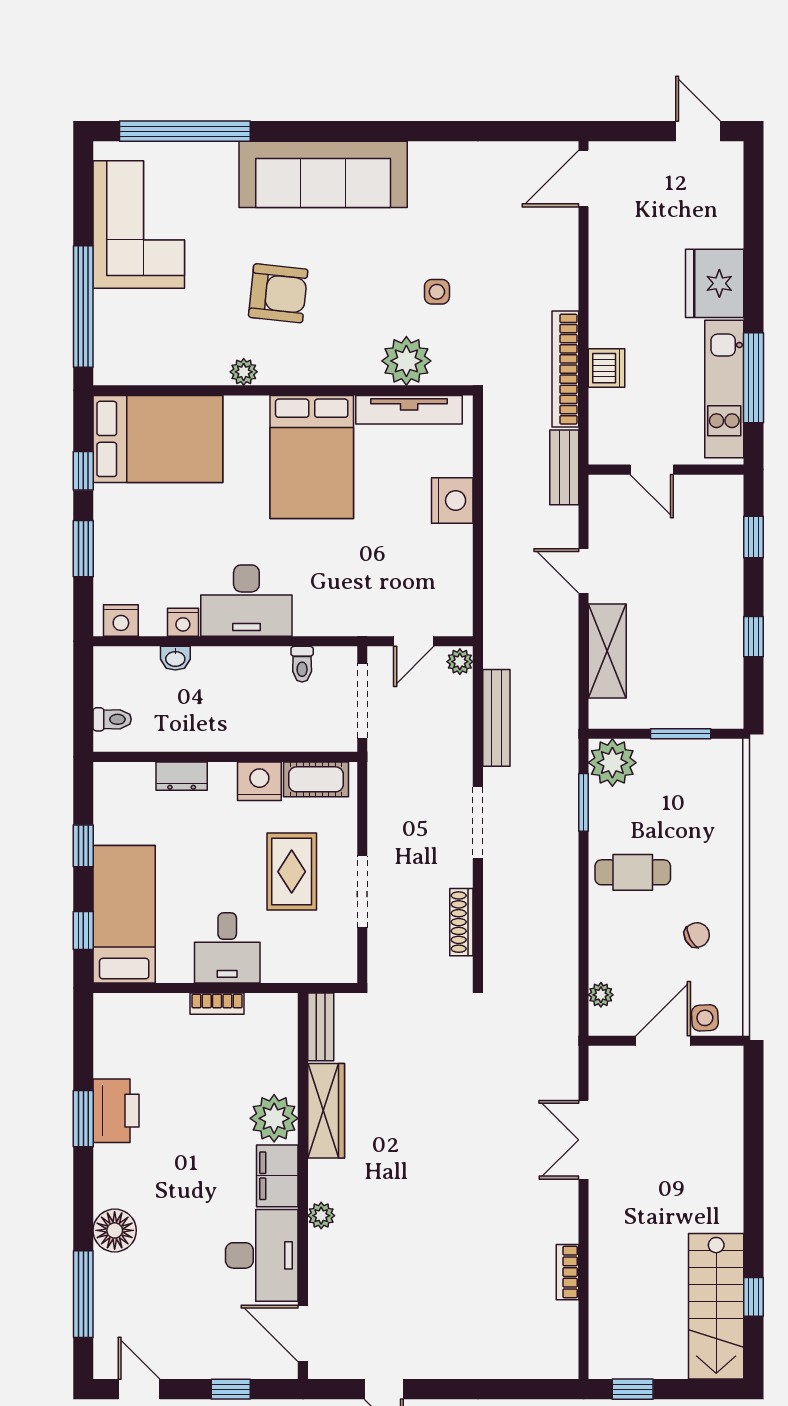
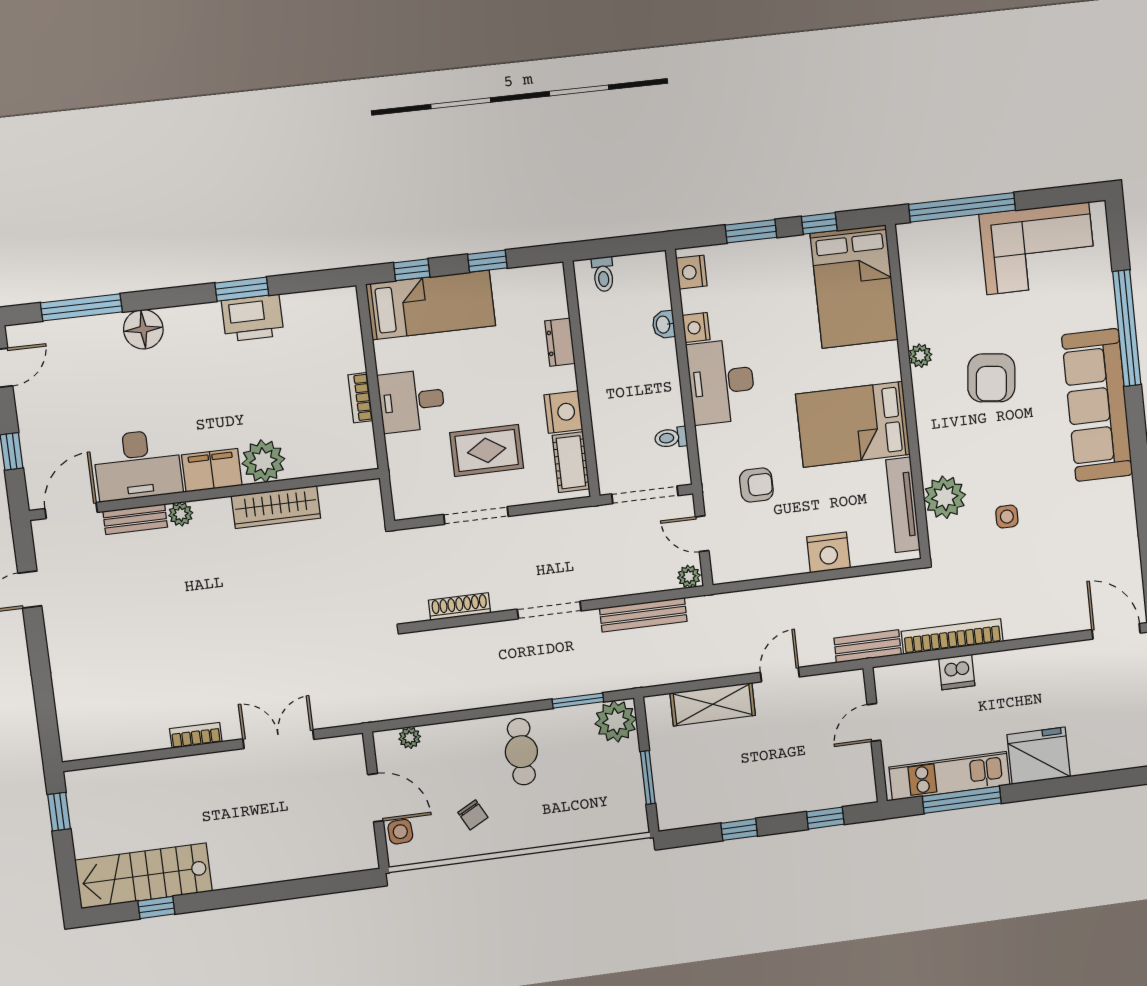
window: (185, 131) -> (1127, 328), moved
armchair: (367, 574) -> (756, 485), added
bench: (321, 1027) -> (135, 519), moved
bookcase: (567, 1272) -> (196, 735), moved

